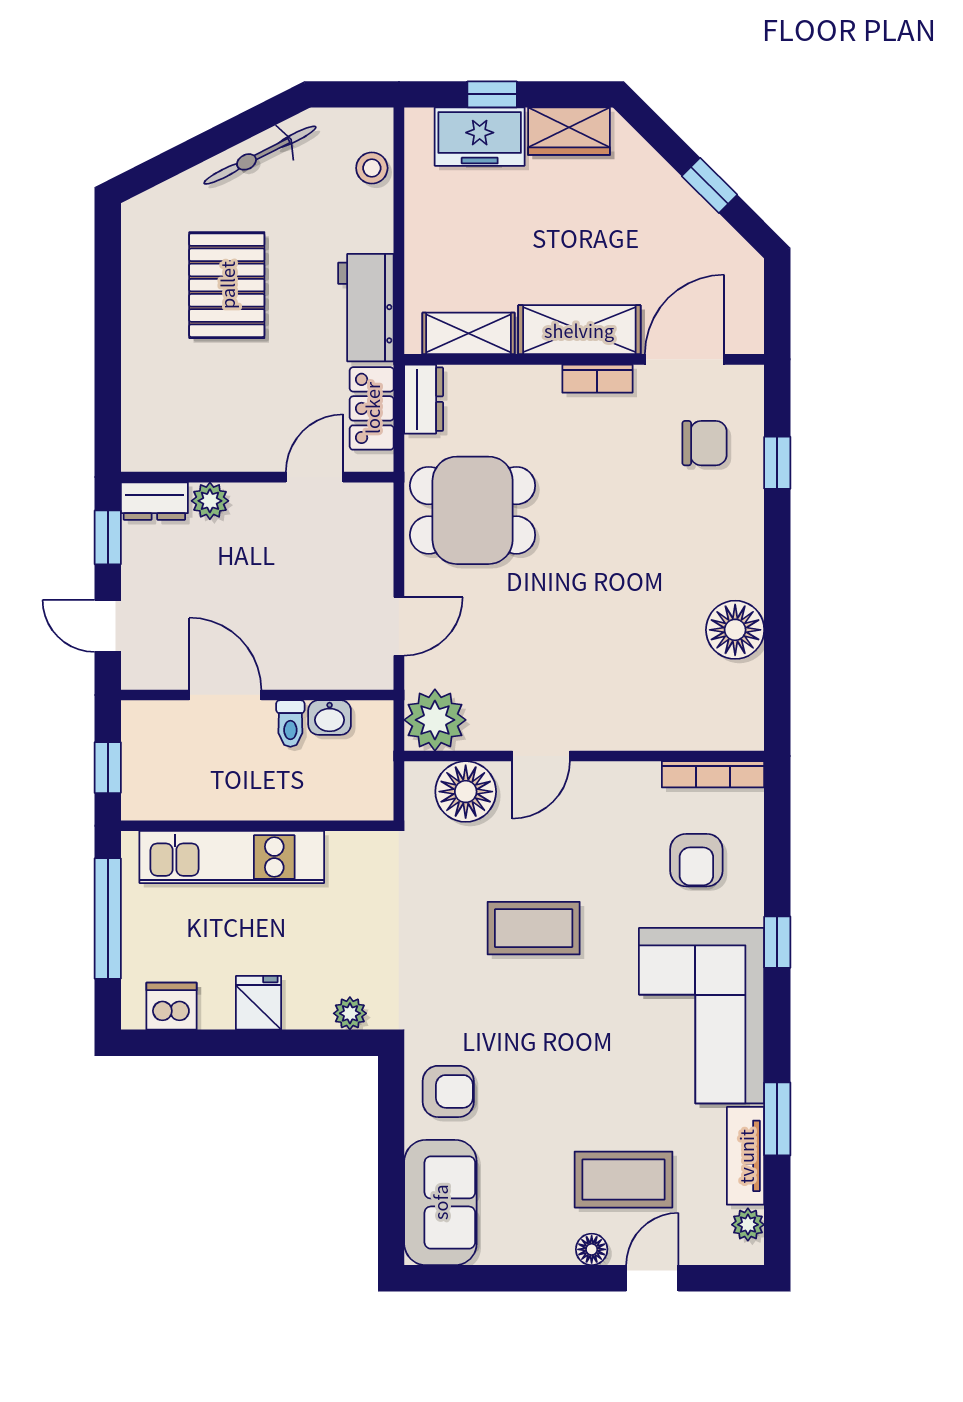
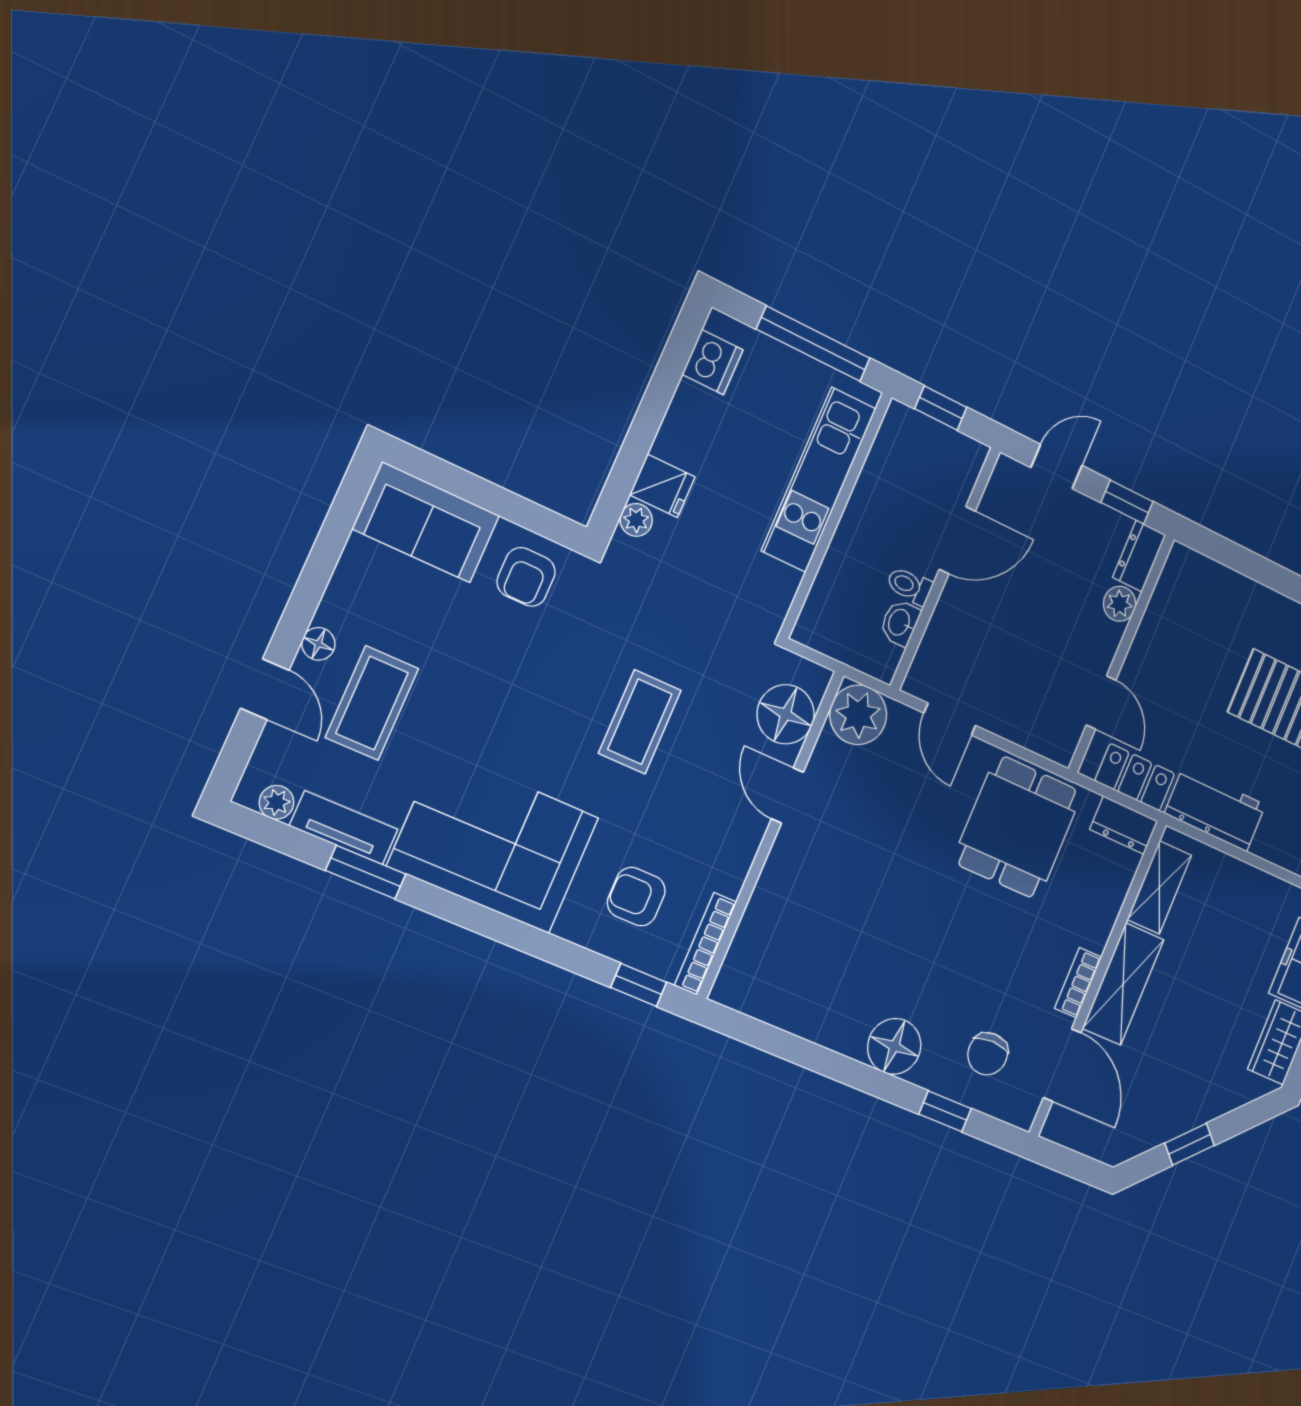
floor lamp: (735, 630) -> (894, 1046), moved
window: (777, 942) -> (639, 985), moved
fridge: (259, 1003) -> (662, 486), moved

